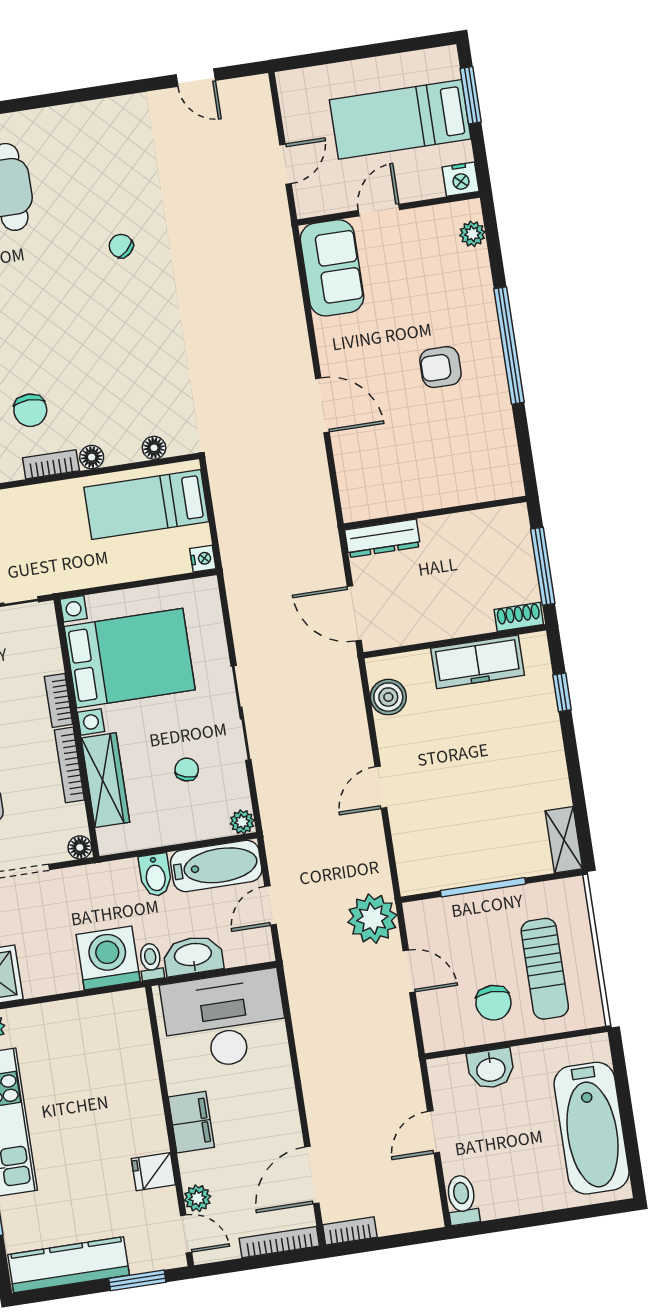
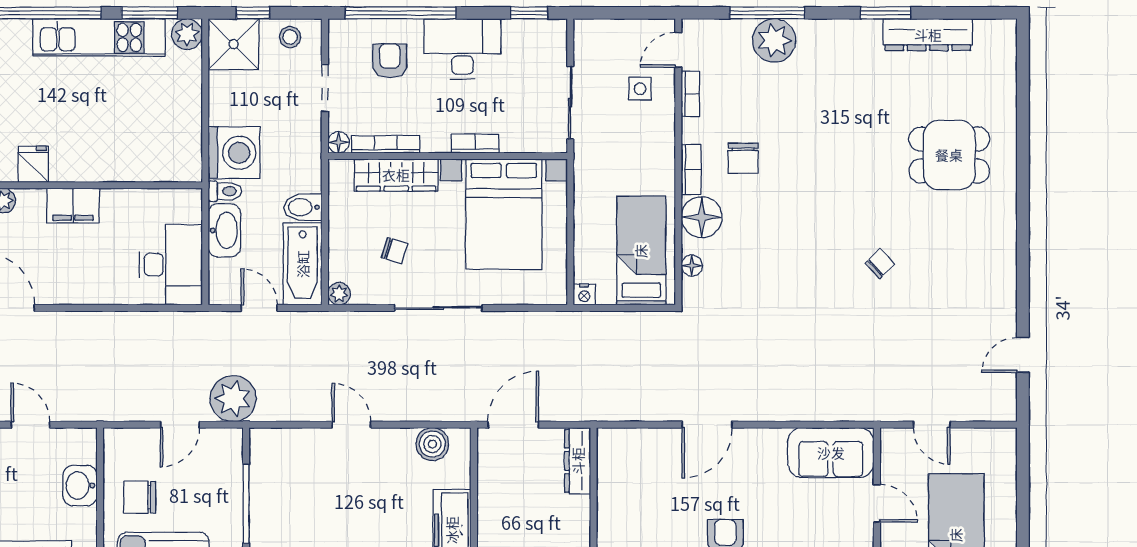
chair: (30, 410) -> (743, 158), turned -90
floor lamp: (92, 457) -> (702, 217), width x1.89, depth x1.89
bookcase: (69, 765) -> (386, 144), moved
desk: (225, 1020) -> (171, 265), width x0.73, depth x0.77

